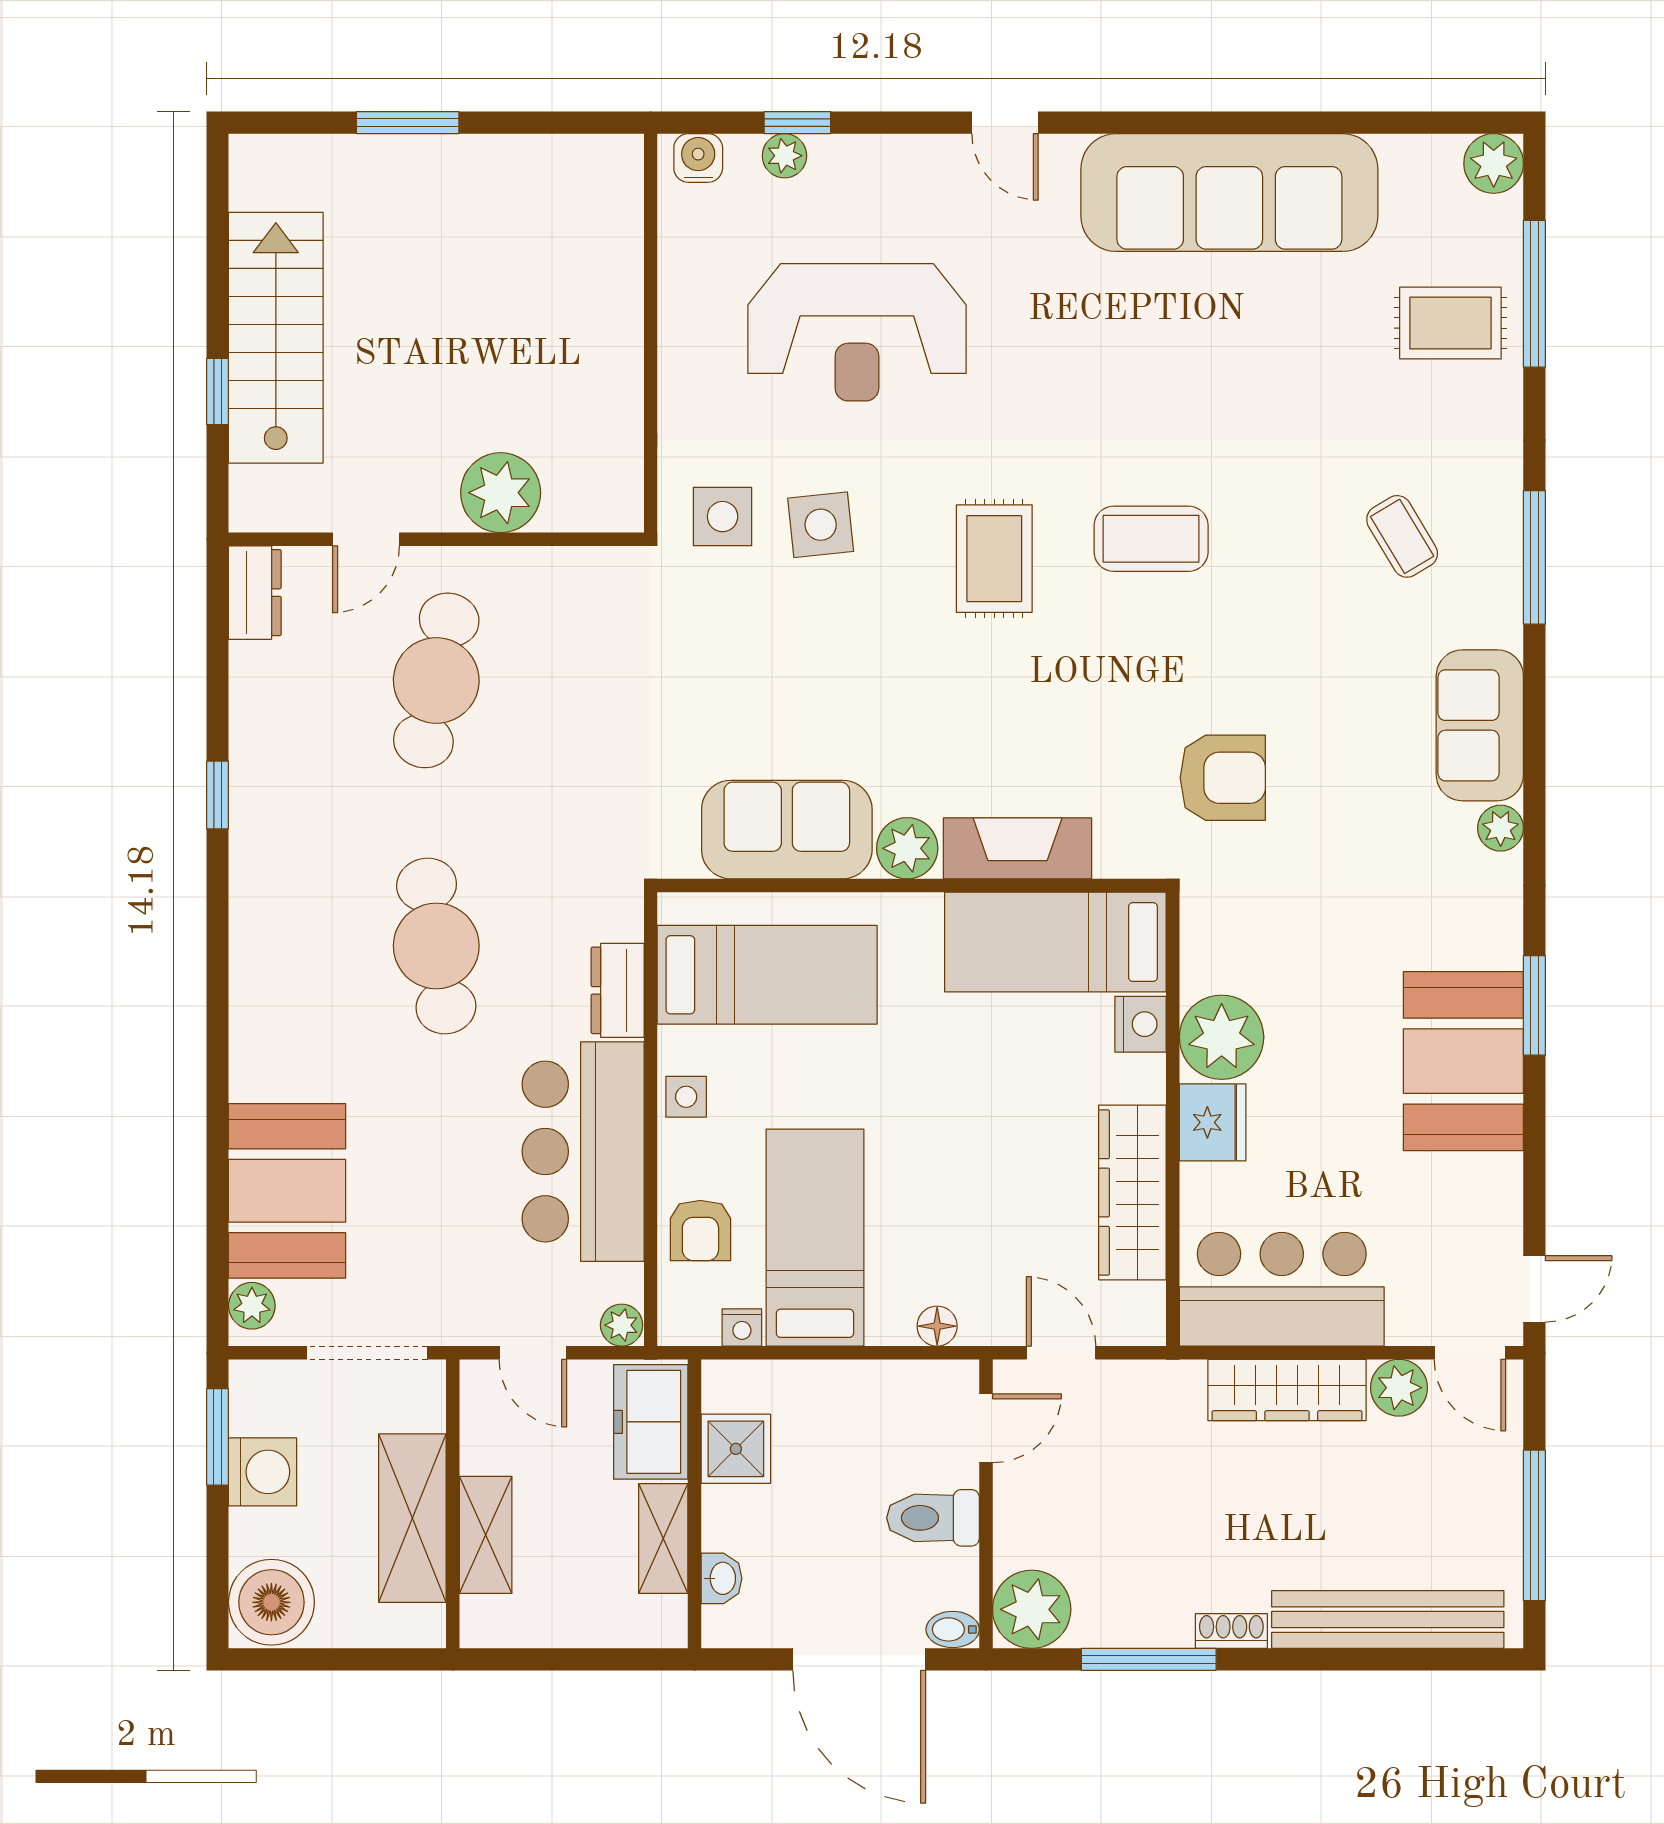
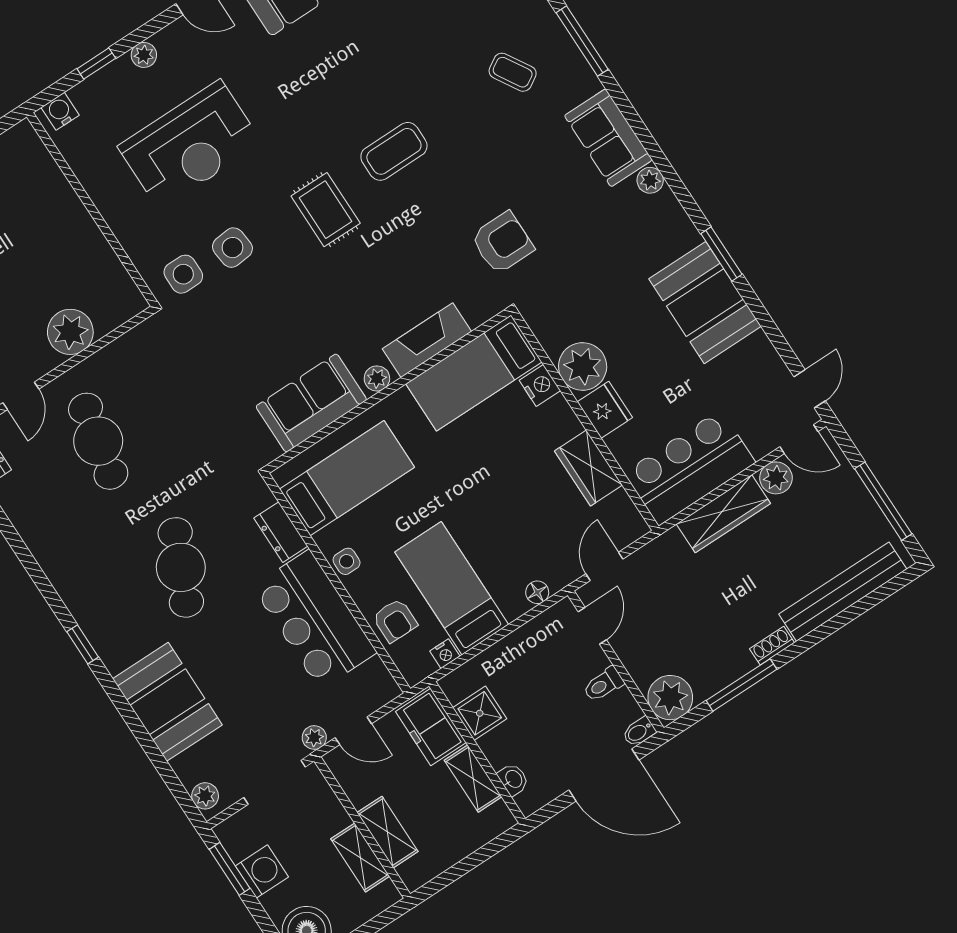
plant: (784, 156) -> (144, 55), moved
window: (217, 795) -> (83, 644), moved
plant: (907, 848) -> (377, 378), width x0.73, depth x0.73
cafe table: (436, 946) -> (181, 567), turned 33
booth: (287, 1191) -> (167, 702), moved
wardrobe: (1132, 1193) -> (589, 468), width x0.67
plant: (622, 1325) -> (314, 738), moved
door: (1061, 1353) -> (604, 566), hinge flipped
shelving: (412, 1518) -> (360, 858), width x0.67, depth x0.75
toilet: (933, 1518) -> (603, 684), width x0.73, depth x0.72

